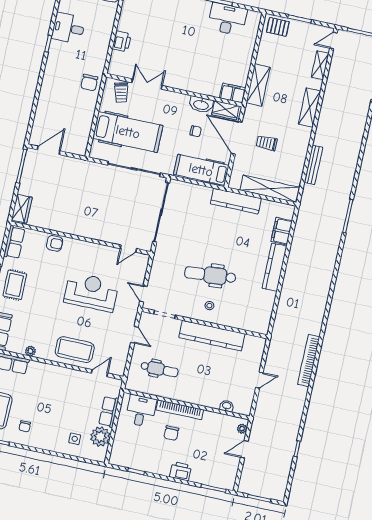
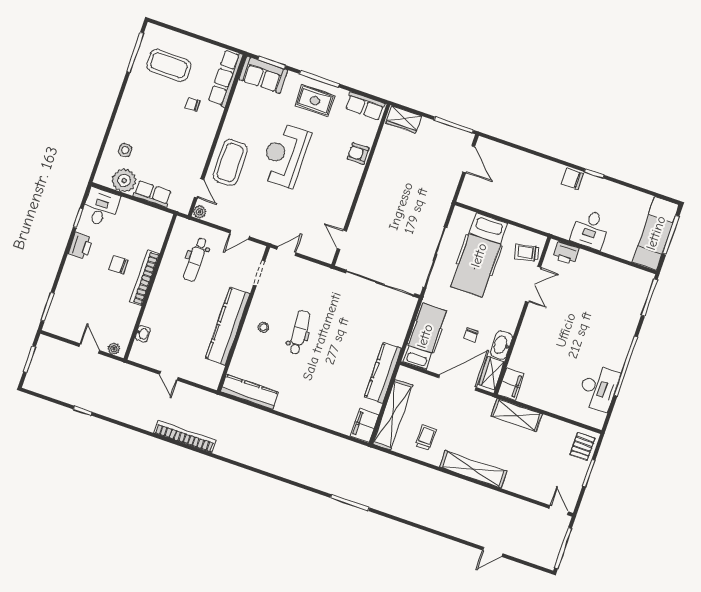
desk: (68, 28) -> (590, 229), moved, turned 180
printer: (122, 41) -> (566, 253), moved
shelving: (320, 65) -> (531, 491), removed
chair: (89, 83) -> (572, 179), moved
shelving: (310, 108) -> (473, 469), width x1.47
trolley: (267, 143) -> (426, 437), moved
bench: (313, 165) -> (415, 469), removed
filing cabinet: (282, 231) -> (365, 425), moved, turned -90
armchair: (55, 243) -> (358, 153), turned 90
kitchen counter: (274, 267) -> (249, 392), moved
dental chair: (210, 275) -> (299, 332), width x0.73, depth x0.72
reception desk: (91, 292) -> (285, 155), moved, turned 180
plant: (30, 351) -> (200, 212), moved
desk: (141, 411) -> (101, 207), moved, turned -90
chair: (25, 426) -> (193, 104), moved
printer: (181, 471) -> (81, 246), moved

